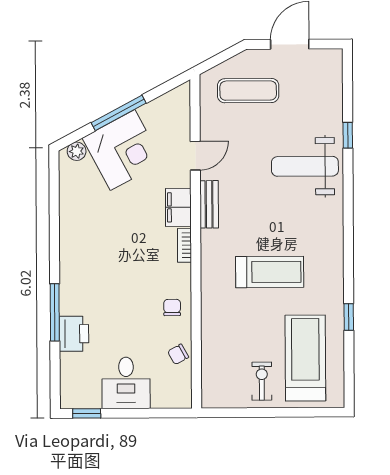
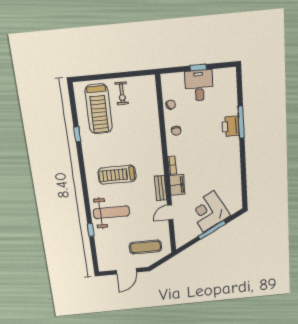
plant: (77, 151) -> (233, 209), removed
treadmill: (270, 272) -> (117, 175), moved
printer: (74, 334) -> (231, 126), moved
window: (87, 413) -> (198, 68), moved

